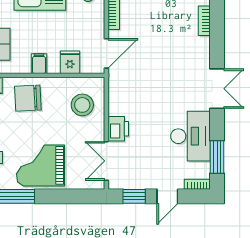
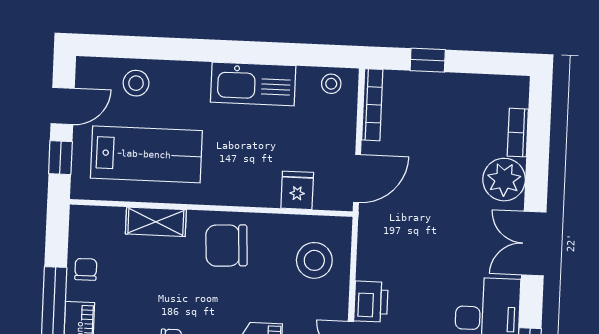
plant: (197, 50) -> (504, 180), added
filing cabinet: (39, 64) -> (247, 190), removed
double door: (217, 89) -> (534, 243), swing flipped

